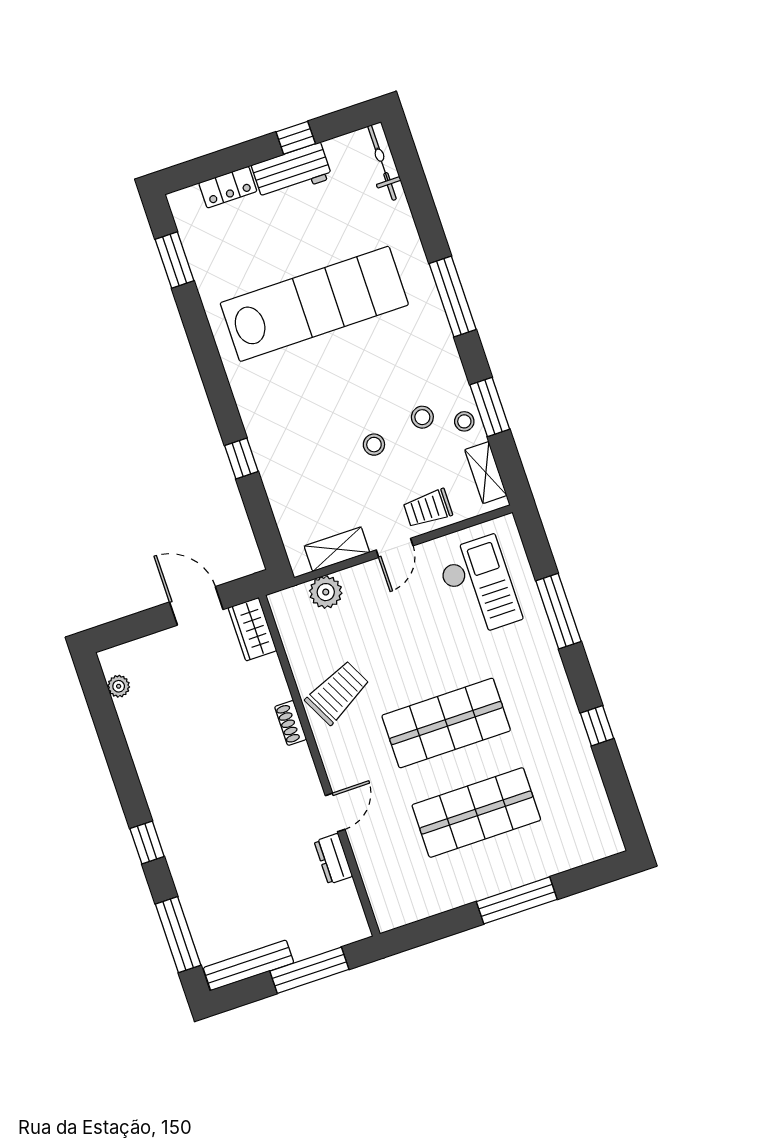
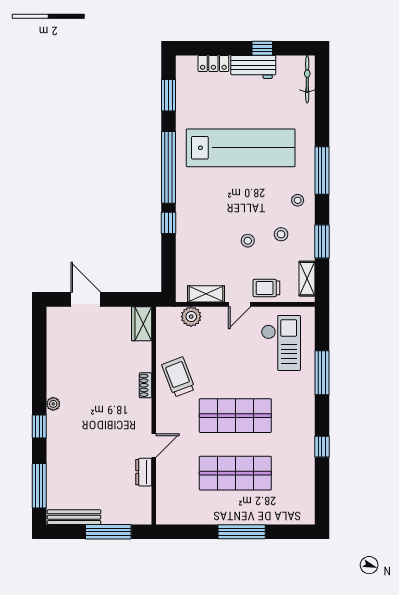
window: (212, 372) -> (168, 167), added
stool: (464, 421) -> (298, 200), moved
door: (196, 606) -> (86, 299), moved
plant: (119, 686) -> (53, 404), moved
trolley: (337, 693) -> (178, 377), turned -84

